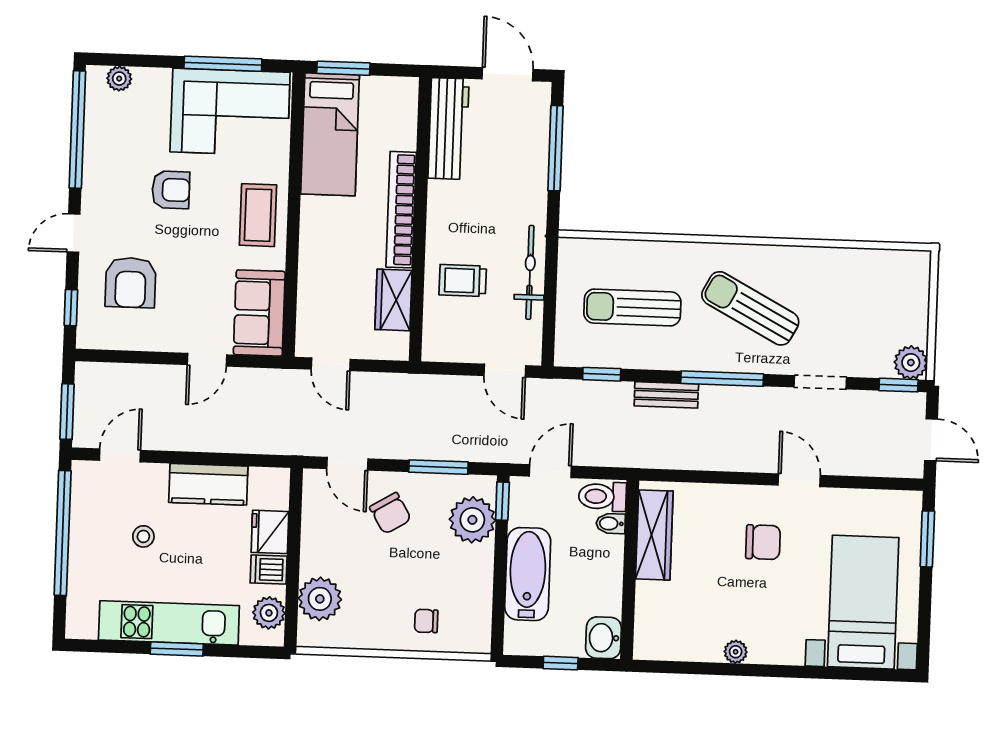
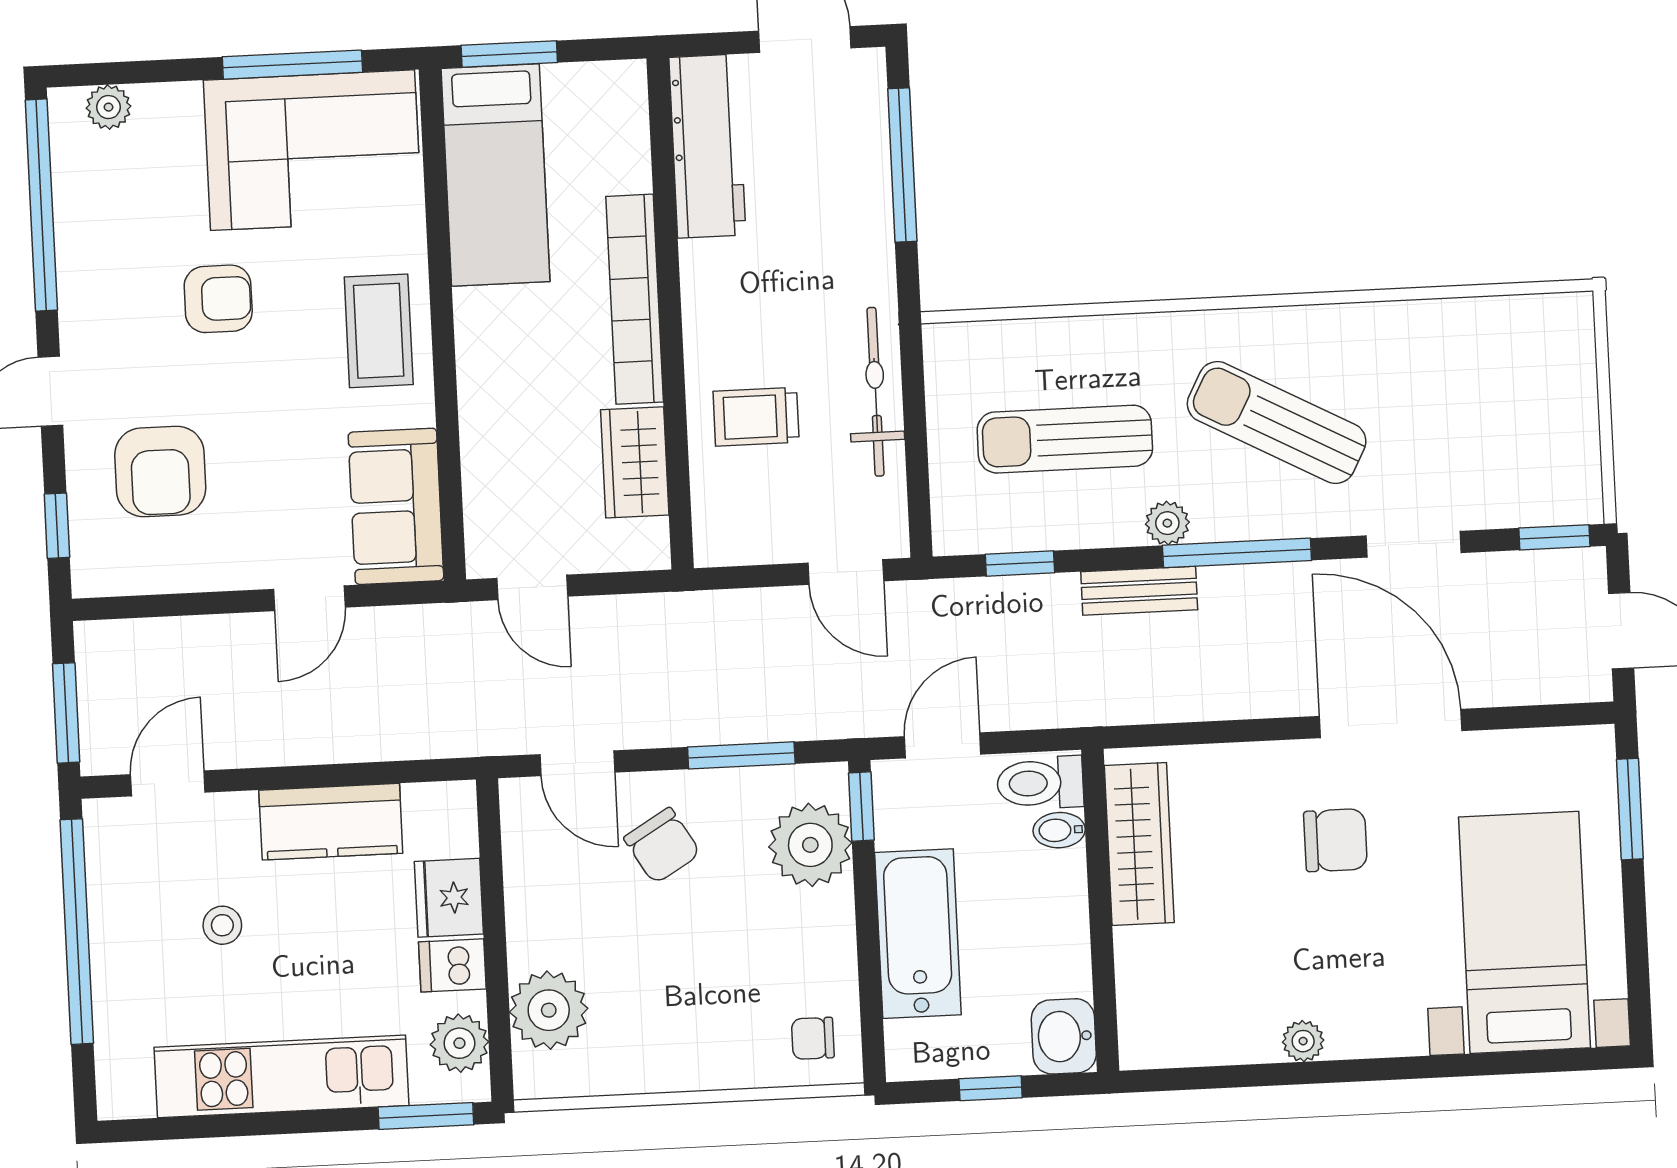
plant: (911, 363) -> (1167, 523), moved, width x0.73, depth x0.73
door: (799, 480) -> (1391, 724), width x1.88
chair: (426, 621) -> (813, 1038), moved
window: (177, 649) -> (426, 1116), moved

